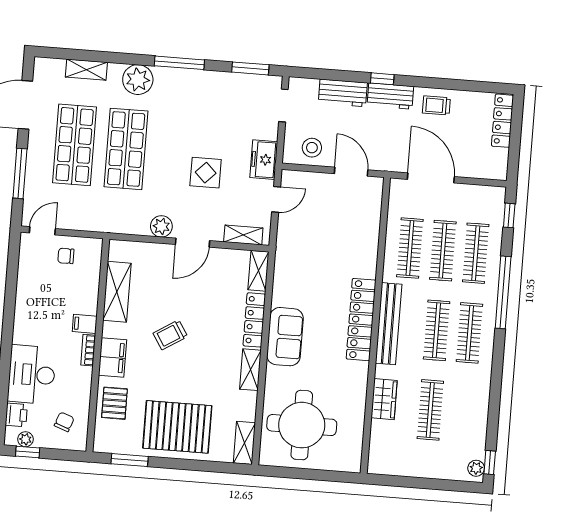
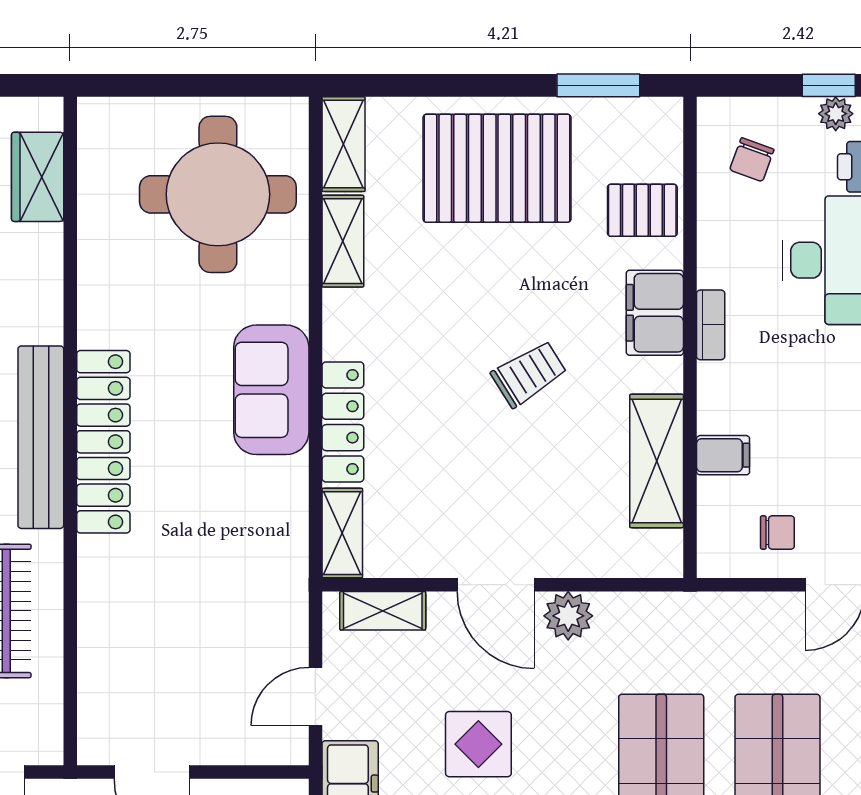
door: (192, 243) -> (496, 585), swing flipped
filing cabinet: (85, 324) -> (723, 455), moved
shelving: (250, 370) -> (343, 241), moved
wardrobe: (384, 399) -> (38, 177), moved
pallet: (114, 403) -> (642, 210), turned 90

